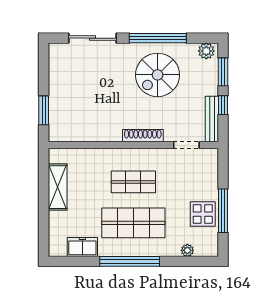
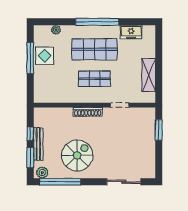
window: (158, 38) -> (60, 182), moved
bench: (212, 119) -> (38, 144), moved
doorway: (186, 145) -> (120, 105), moved

